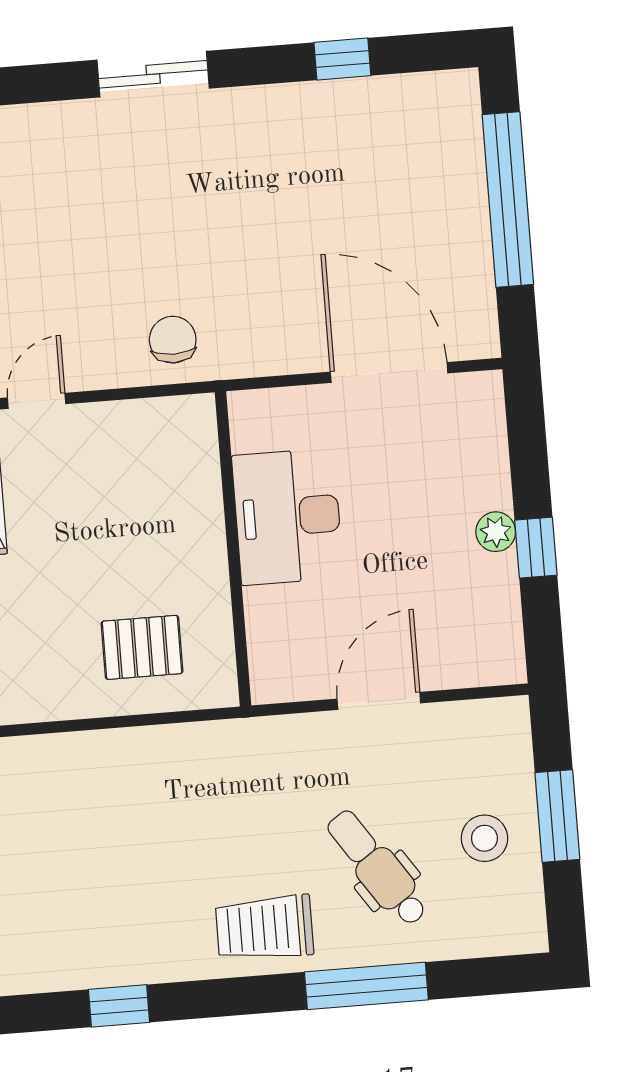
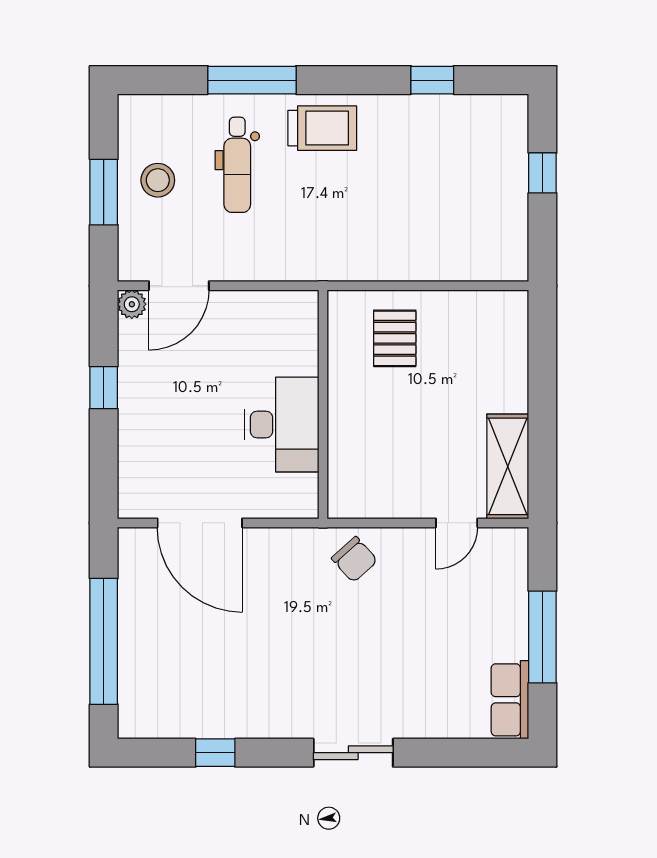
chair: (173, 340) -> (355, 559), turned -42
plant: (496, 532) -> (132, 304), moved
pallet: (142, 647) -> (395, 338), turned 90
door: (379, 701) -> (179, 286), moved
dental chair: (377, 868) -> (237, 165), turned 34

